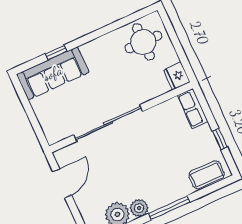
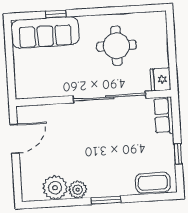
round table: (143, 42) -> (116, 46), moved
sliding door: (108, 123) -> (109, 97), moved
window: (169, 208) -> (106, 200), width x0.69

